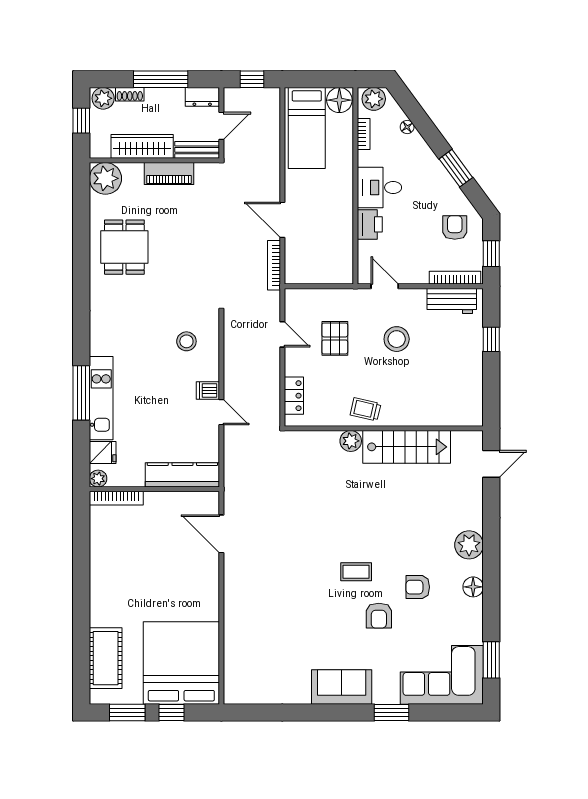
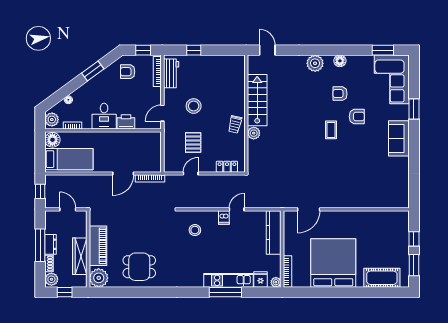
dresser: (202, 97) -> (51, 244), moved
bench: (197, 150) -> (82, 224), removed
piano: (169, 173) -> (98, 246), width x1.37, depth x1.33
pallet: (335, 338) -> (193, 142), turned 90
armchair: (418, 587) -> (340, 94), turned 90
bed: (181, 663) -> (333, 263), moved, turned 90

